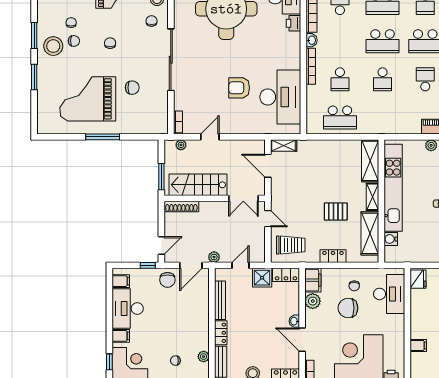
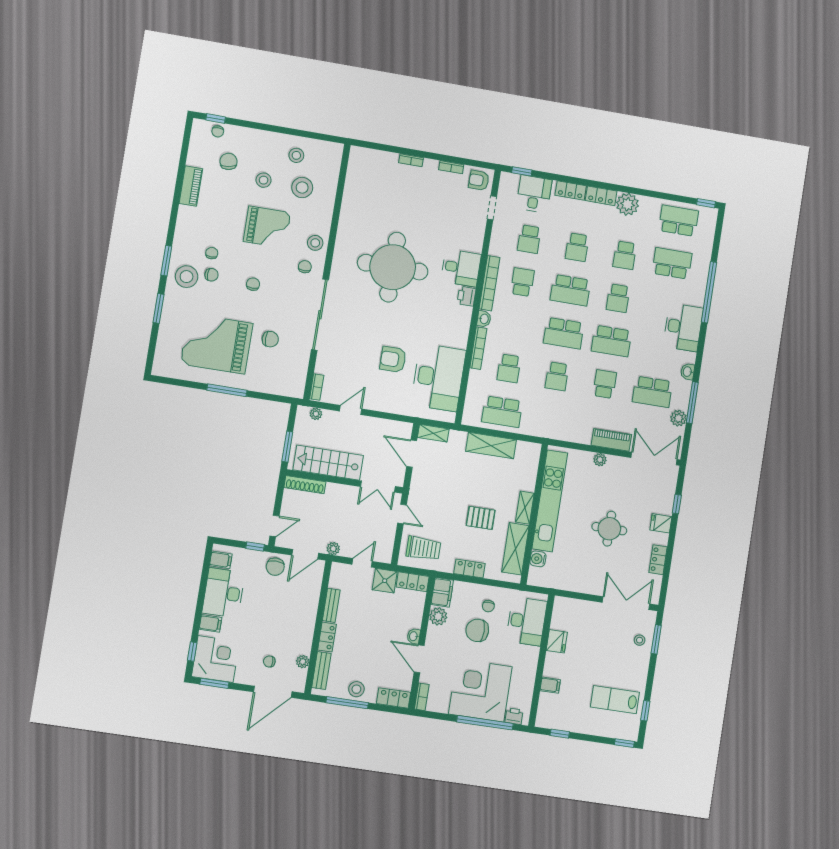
shelving: (370, 161) -> (491, 445), moved, turned 90
fridge: (418, 279) -> (557, 641), moved
bench: (220, 300) -> (331, 605), width x0.73

